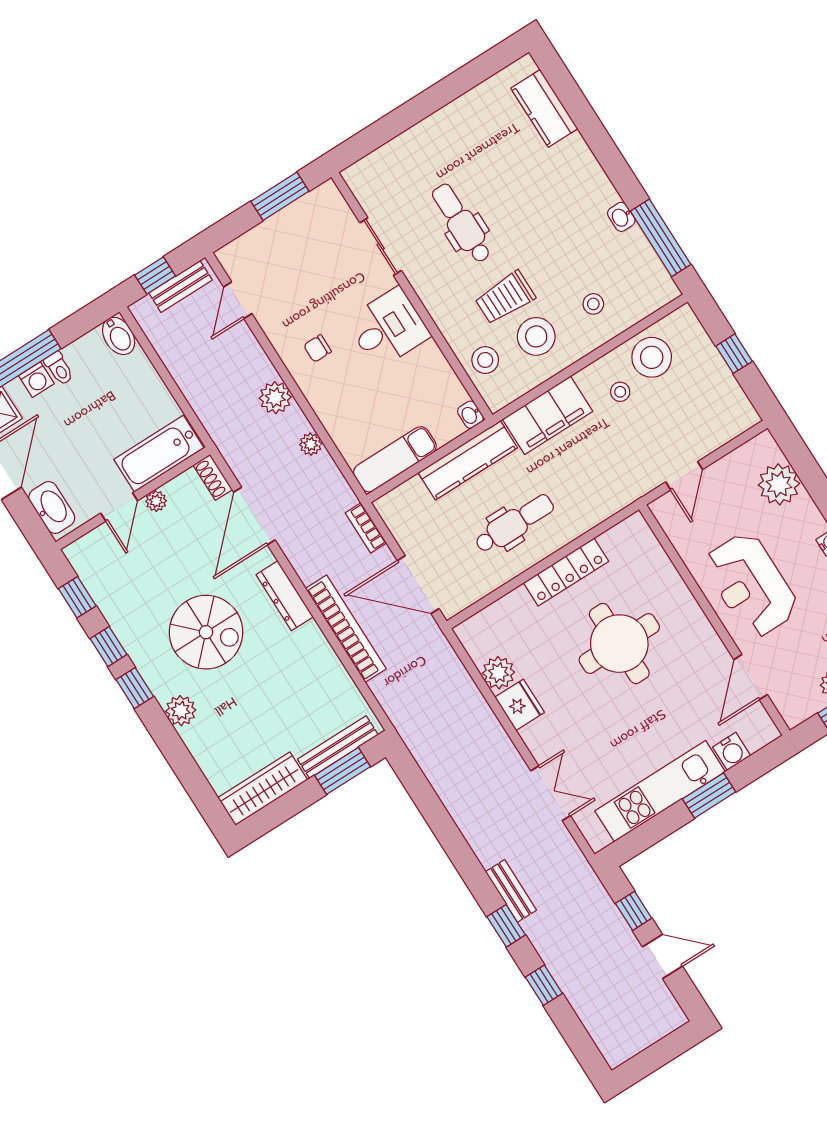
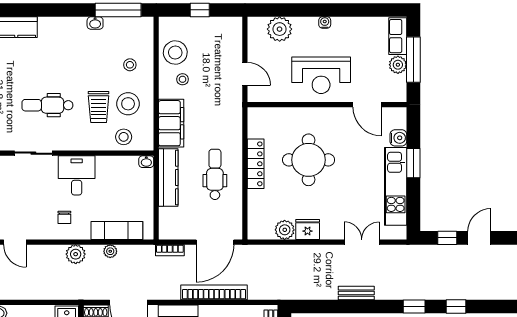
exam couch: (395, 459) -> (117, 230), moved, turned 90
bench: (511, 891) -> (356, 293), moved

